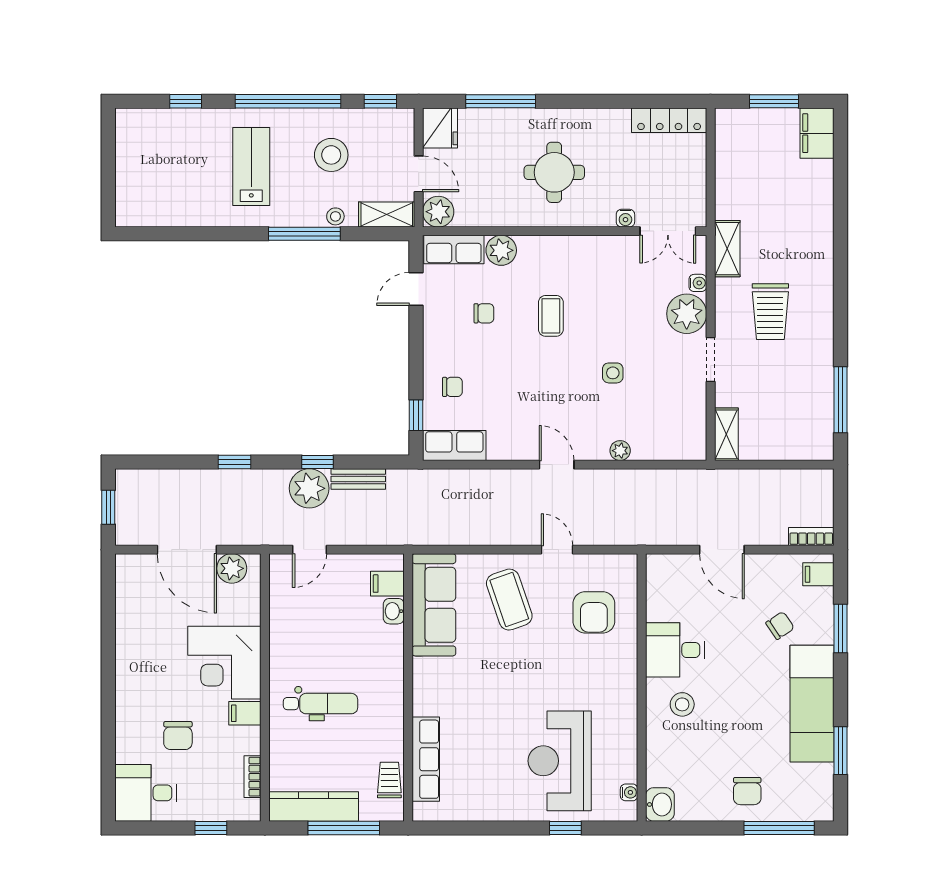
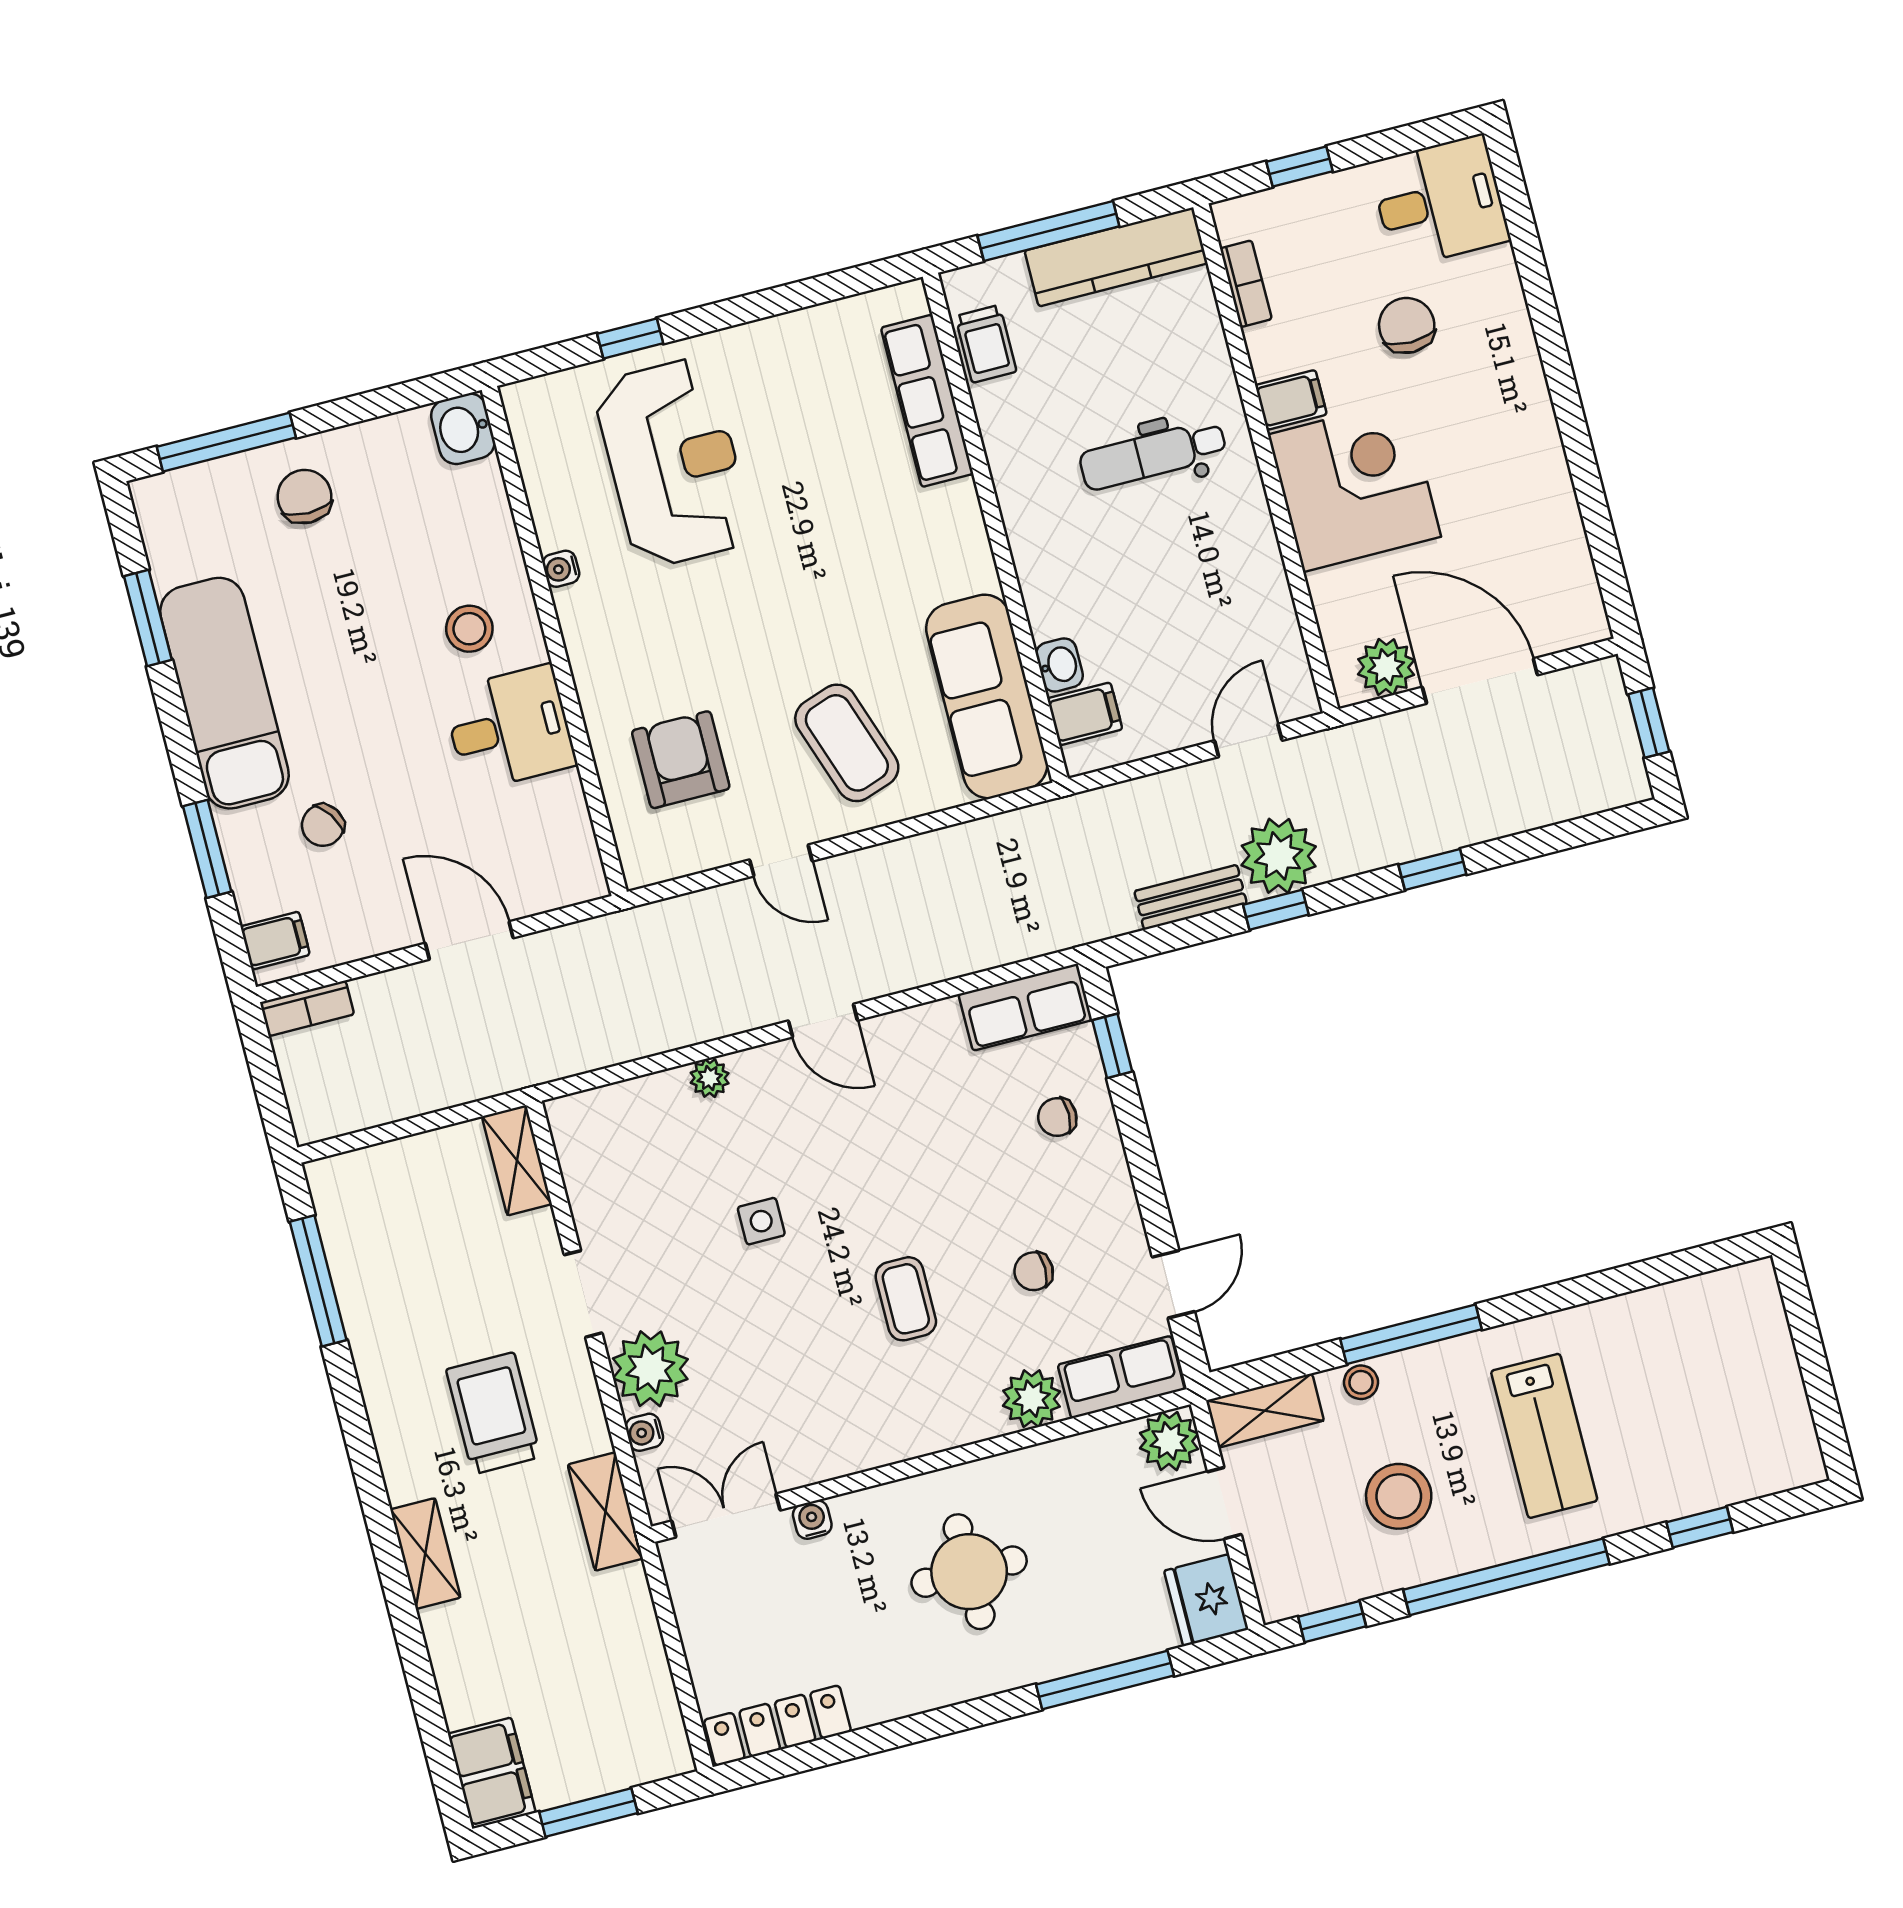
shelving: (822, 251) -> (425, 1554), added
water cooler: (629, 792) -> (561, 569), moved

